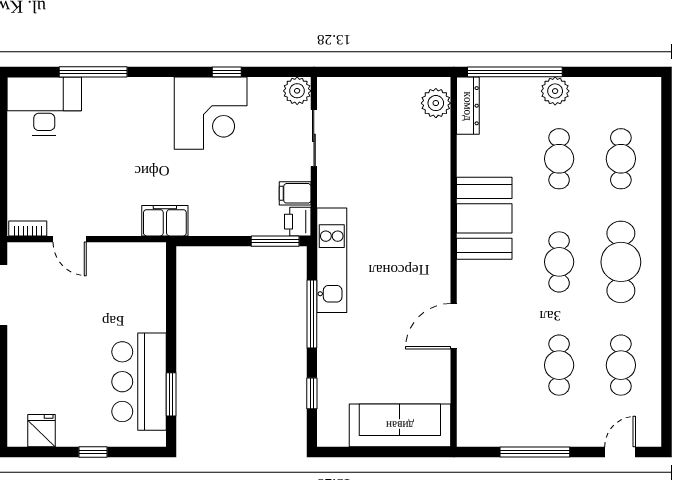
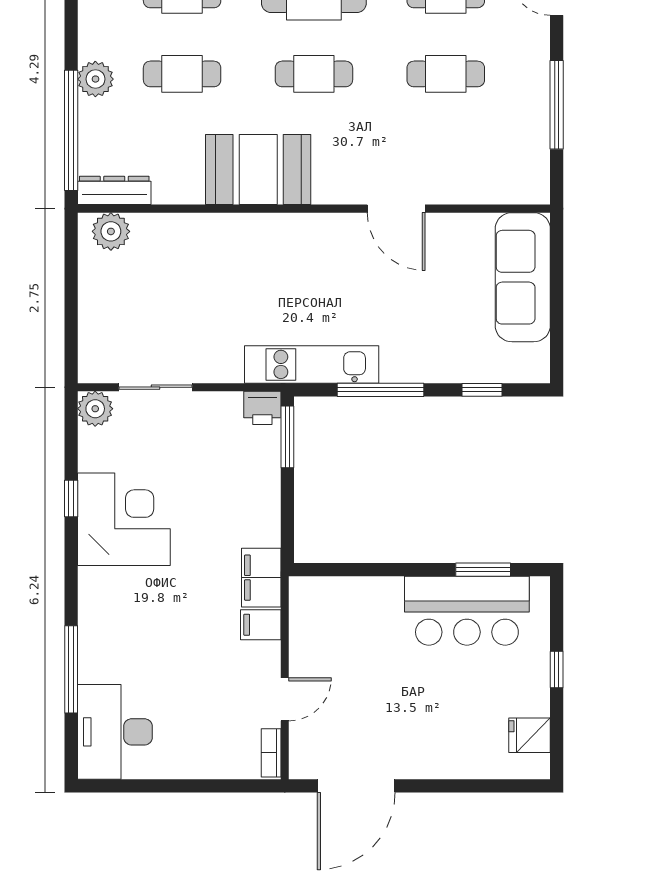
filing cabinet: (295, 193) -> (261, 625), moved, turned 90

